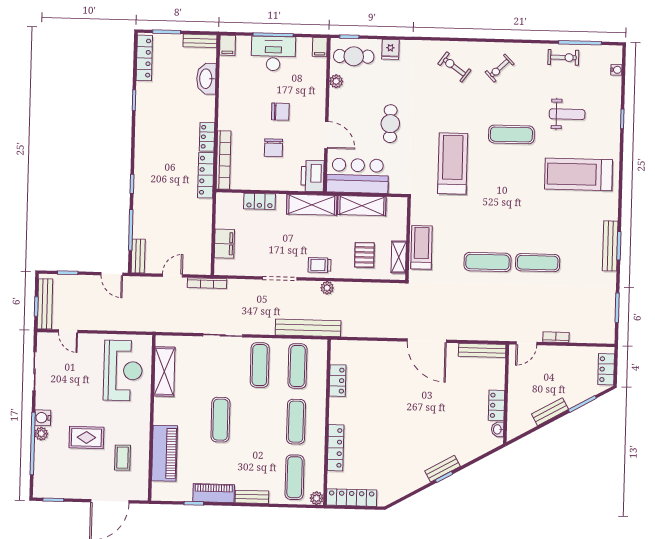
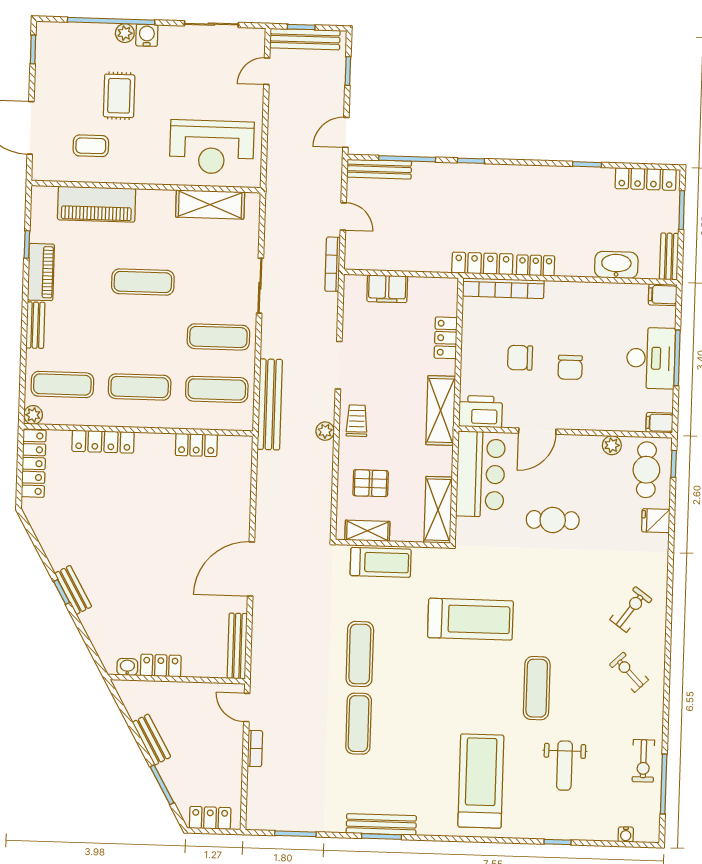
treadmill: (453, 163) -> (470, 619), moved
shelving: (362, 206) -> (438, 510), moved
bench: (138, 256) -> (379, 169), width x1.36

